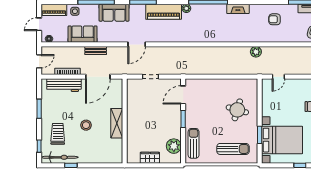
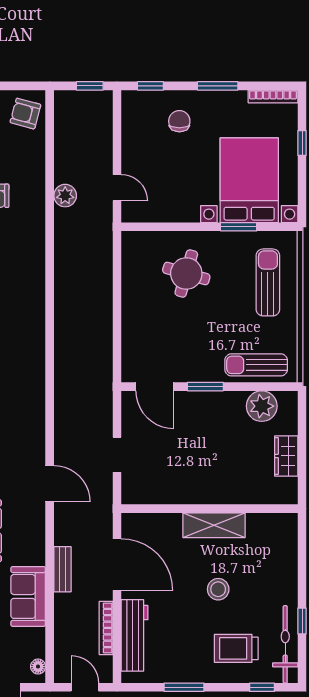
plant: (256, 52) -> (65, 196), moved

